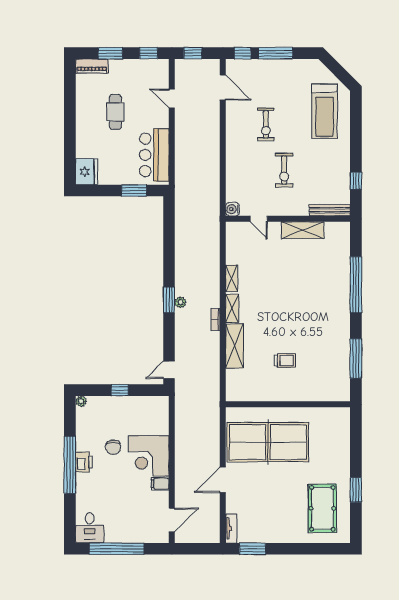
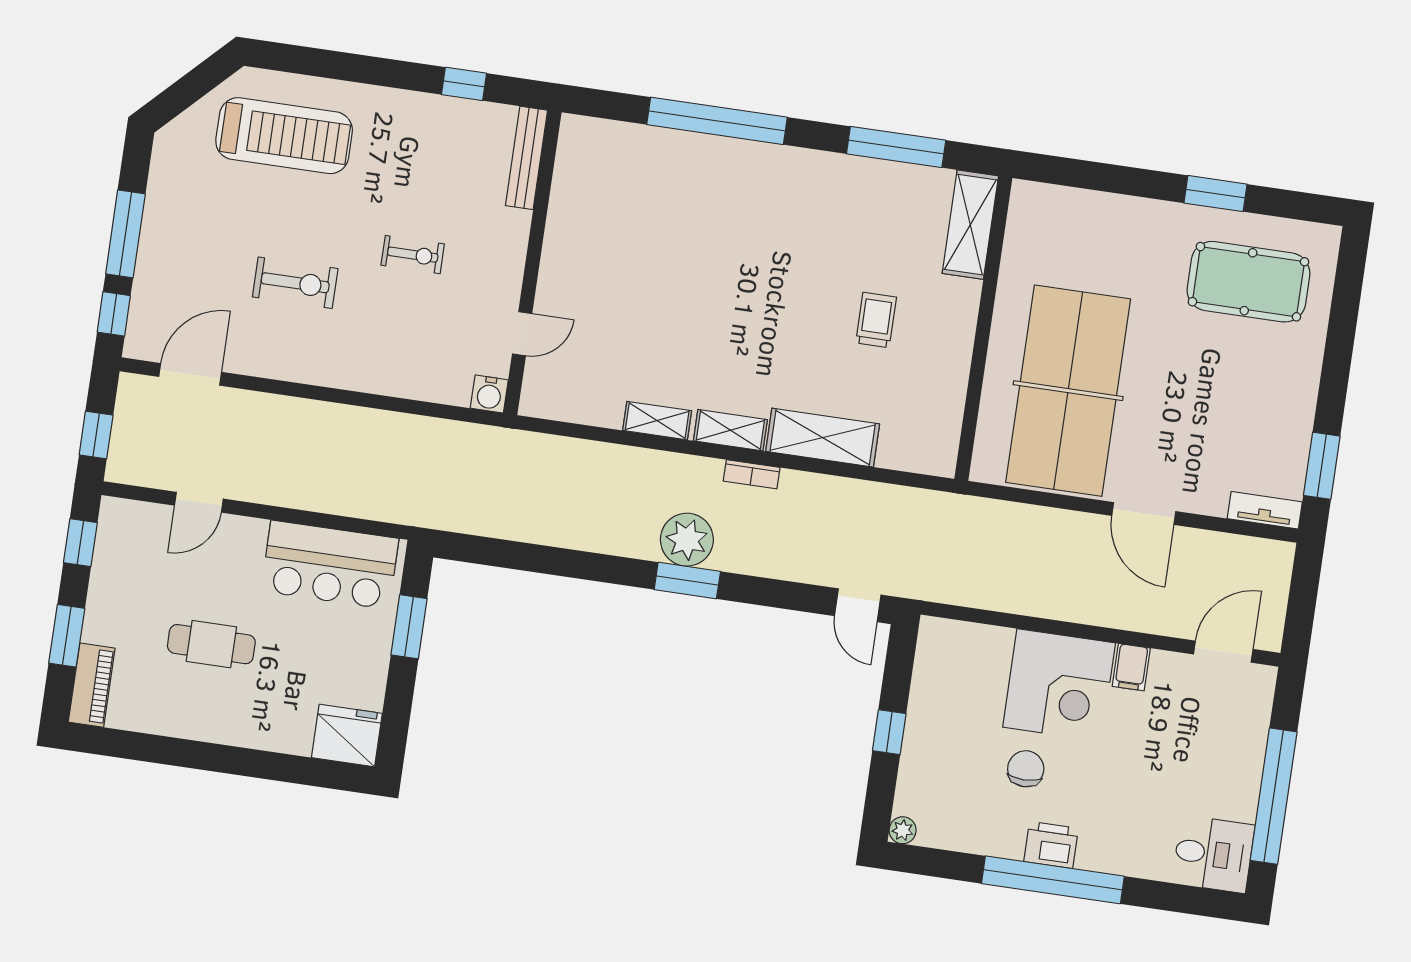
exercise bike: (284, 170) -> (413, 255), width x0.73, depth x0.72
shelving: (303, 230) -> (970, 225), moved
plant: (180, 302) -> (687, 540), width x1.87, depth x1.87
chair: (113, 447) -> (1026, 769), turned -90
door: (172, 520) -> (1223, 652), hinge flipped

